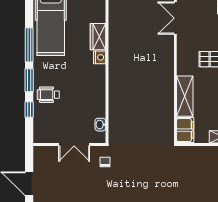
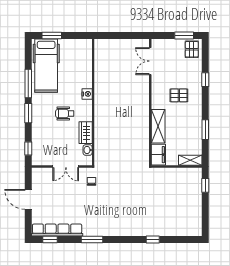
wardrobe: (98, 37) -> (86, 133), moved
wheelchair: (48, 95) -> (65, 113), moved
window: (29, 109) -> (28, 149), moved

